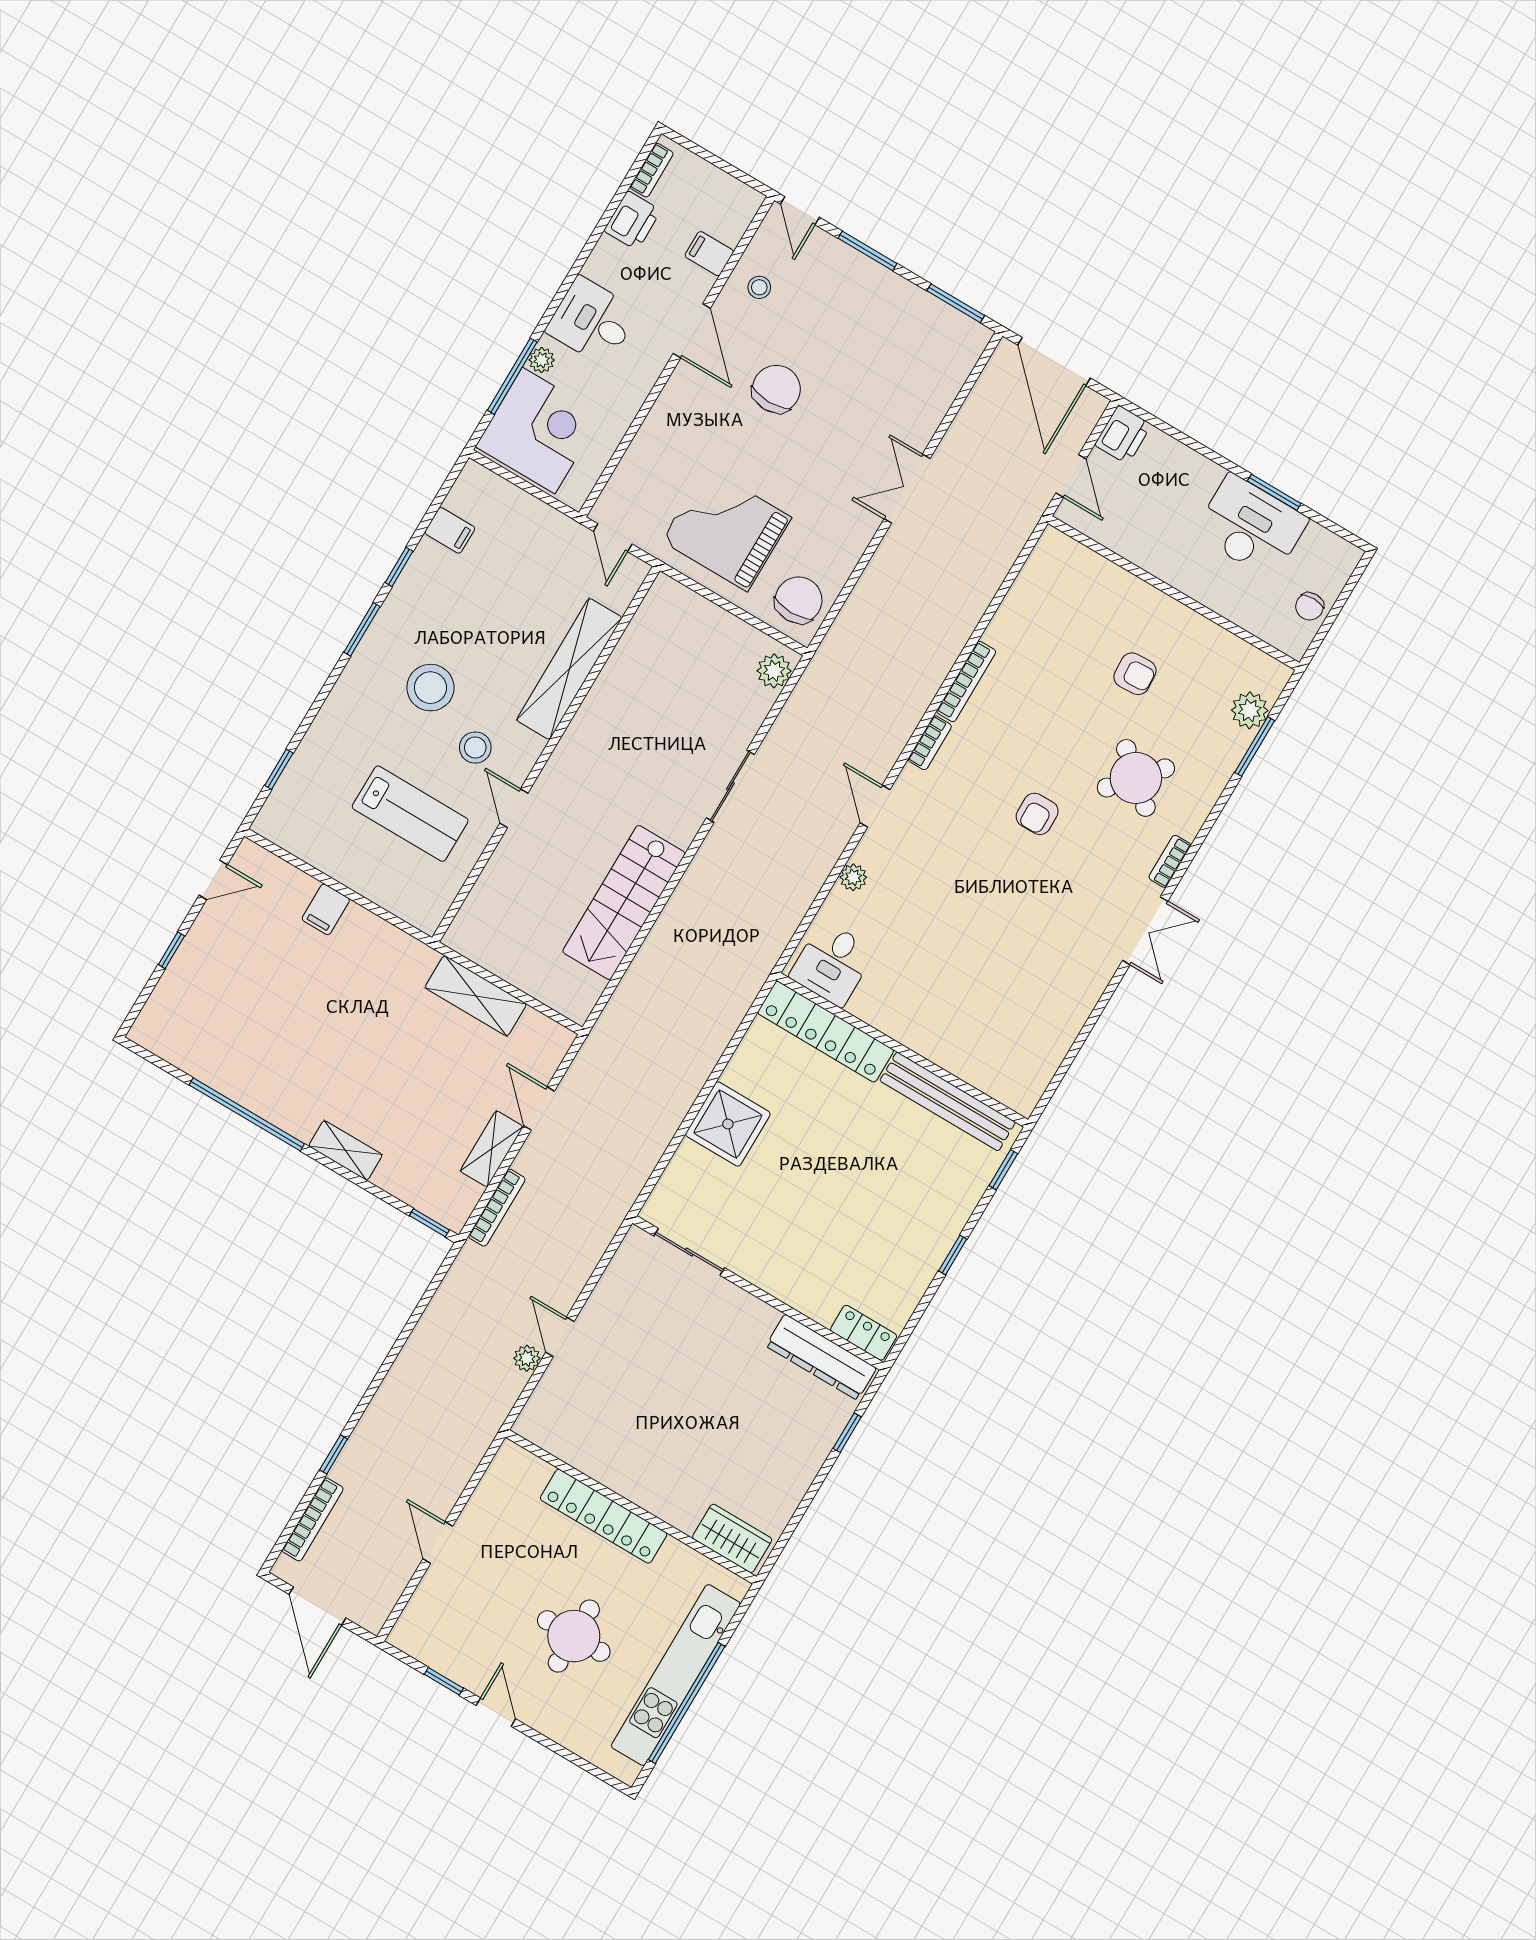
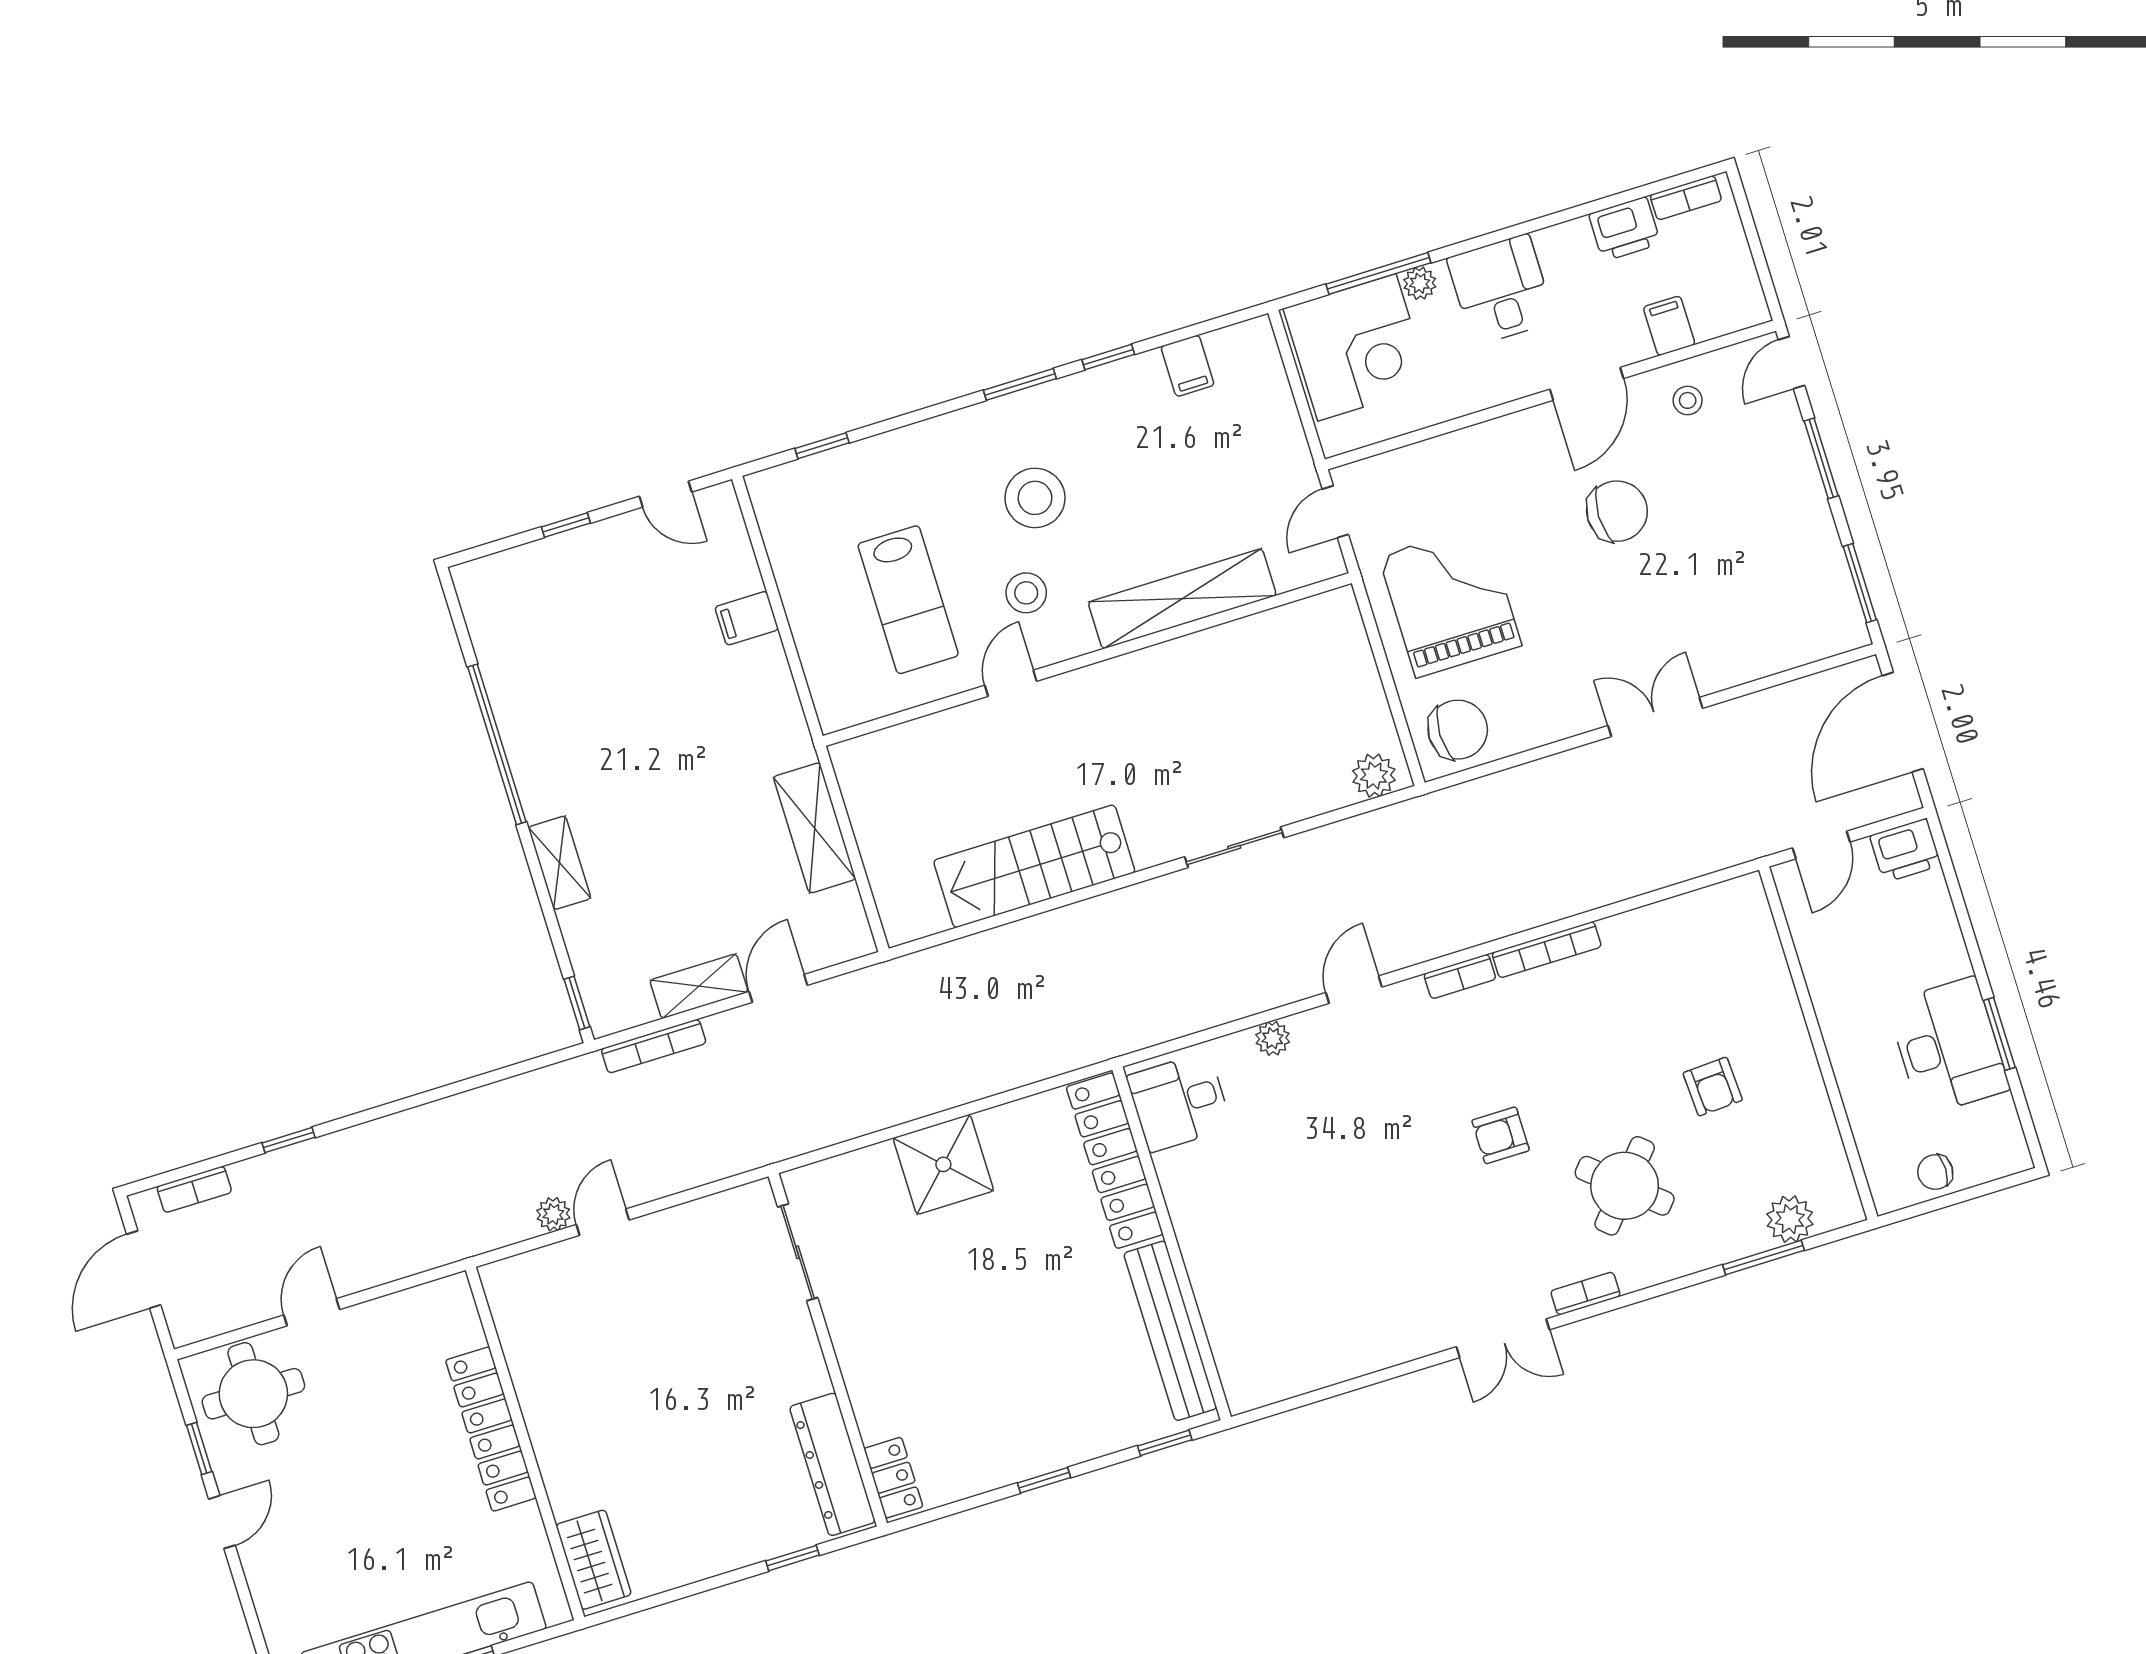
bookcase: (313, 1519) -> (194, 1189), width x0.64
round table: (574, 1636) -> (253, 1394), moved

